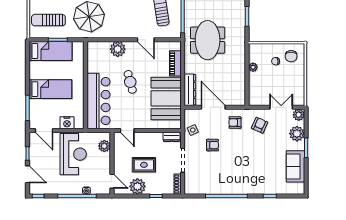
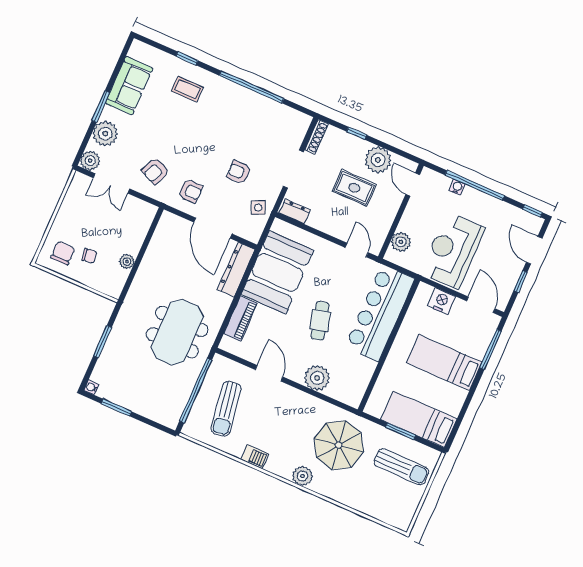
coffee table: (262, 179) -> (187, 89), added

